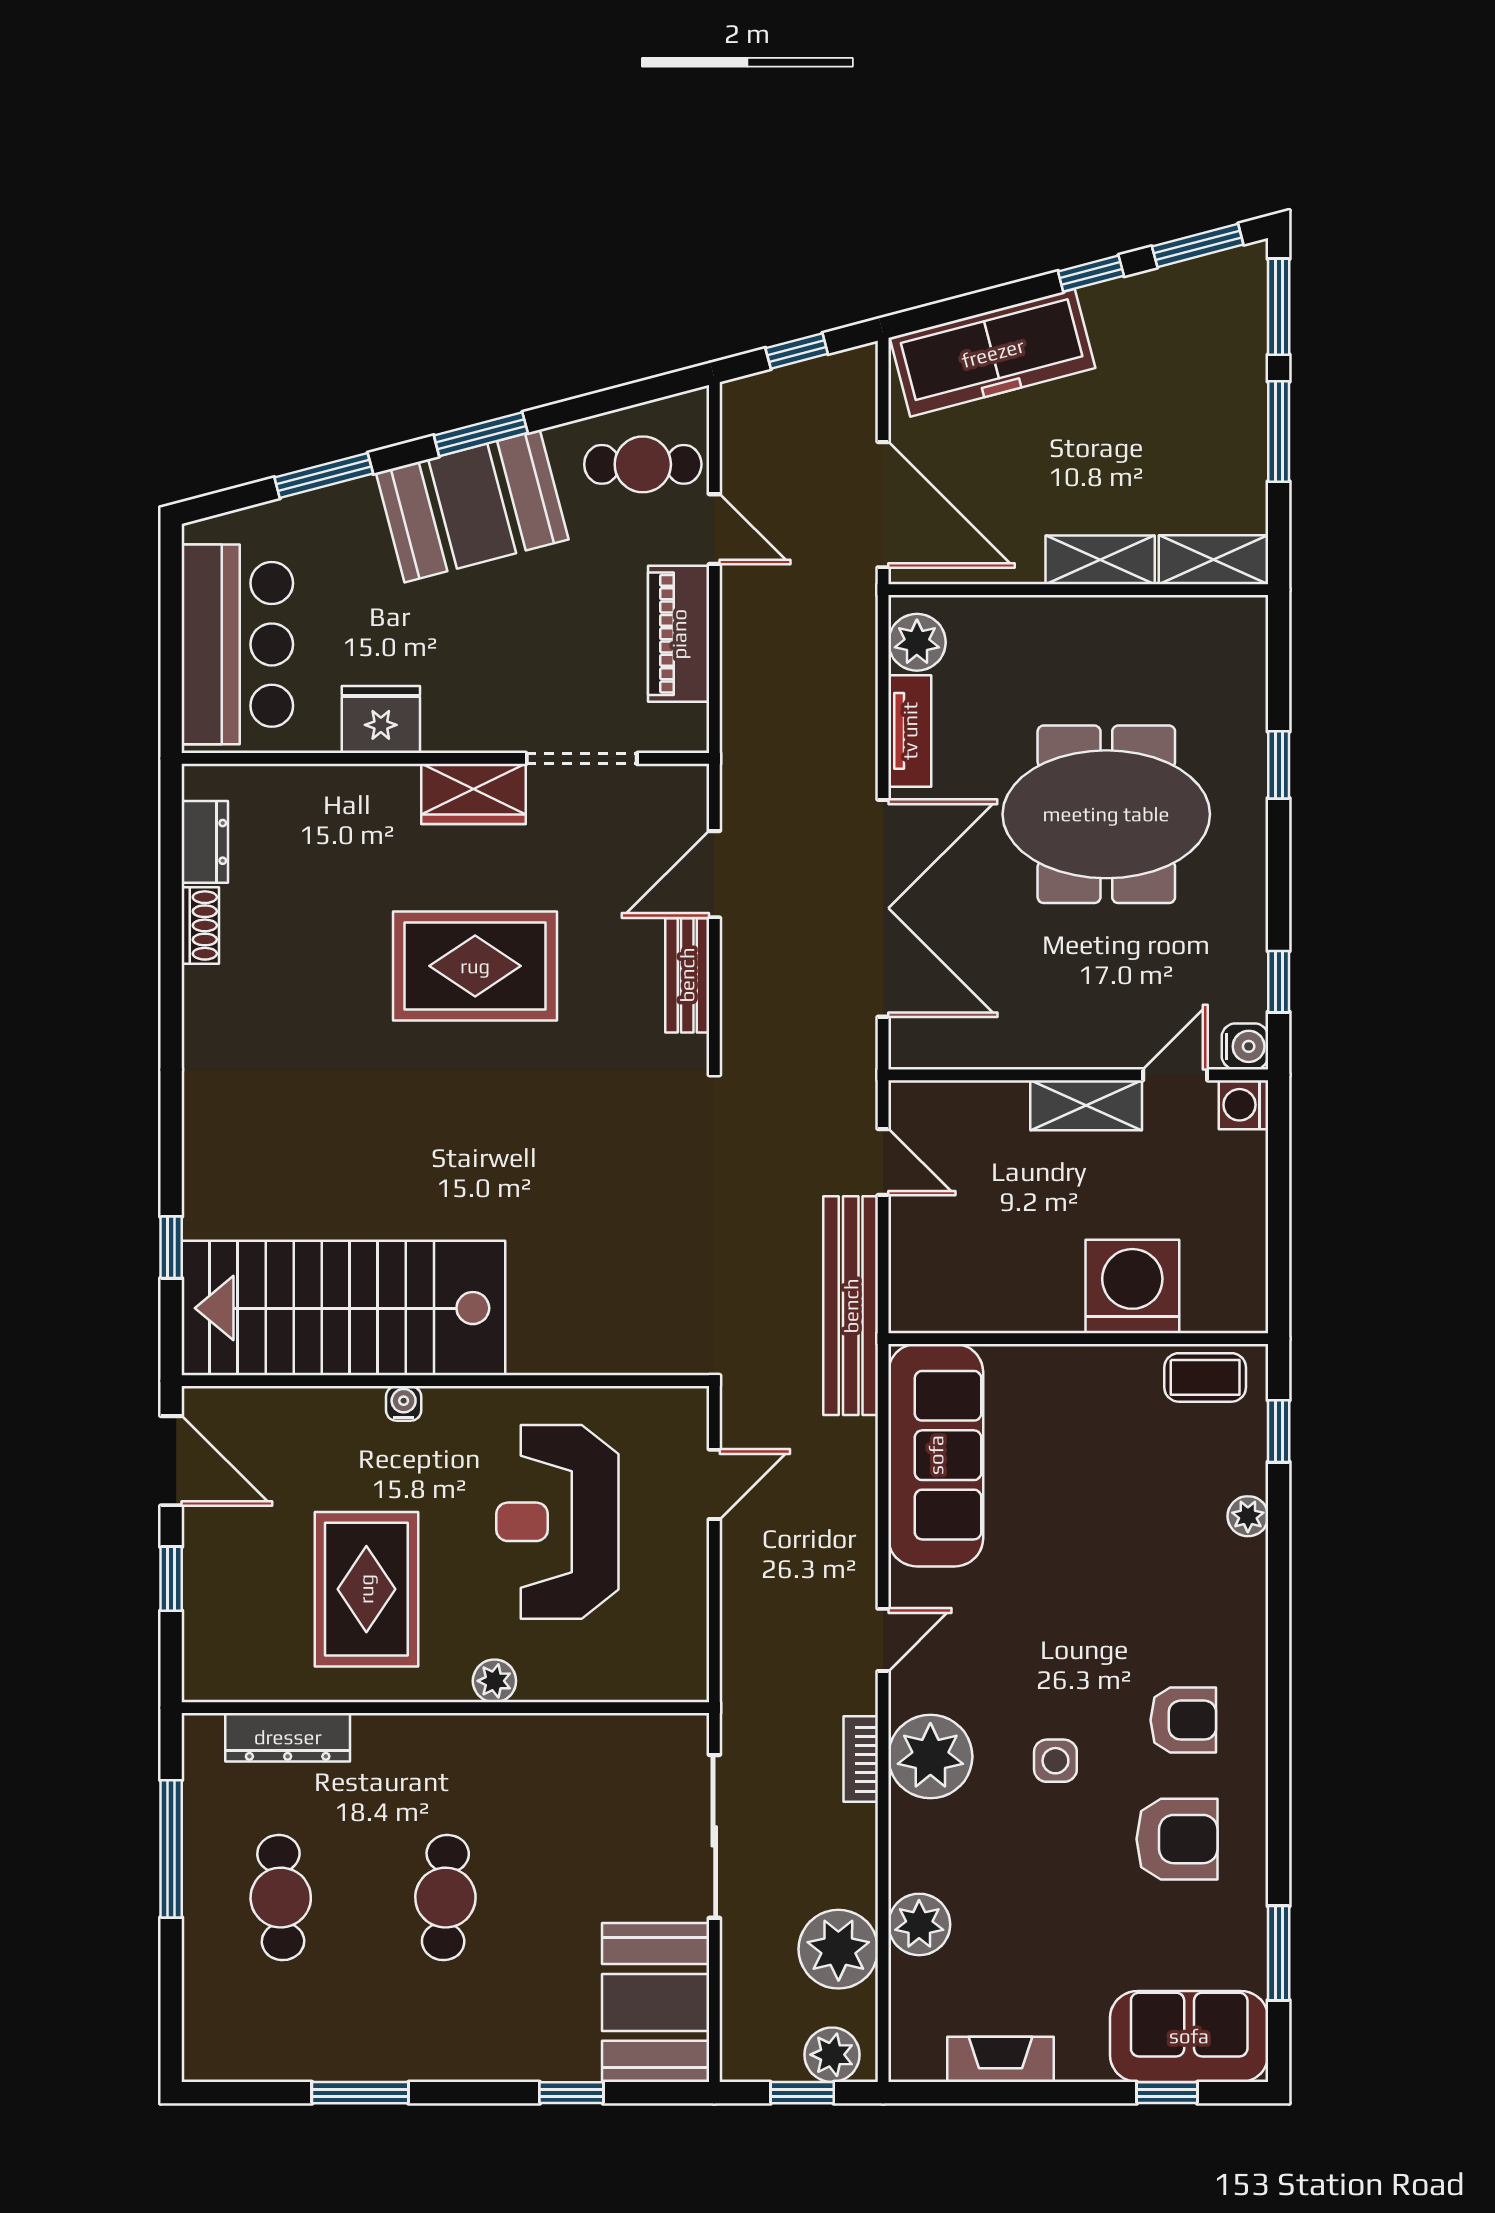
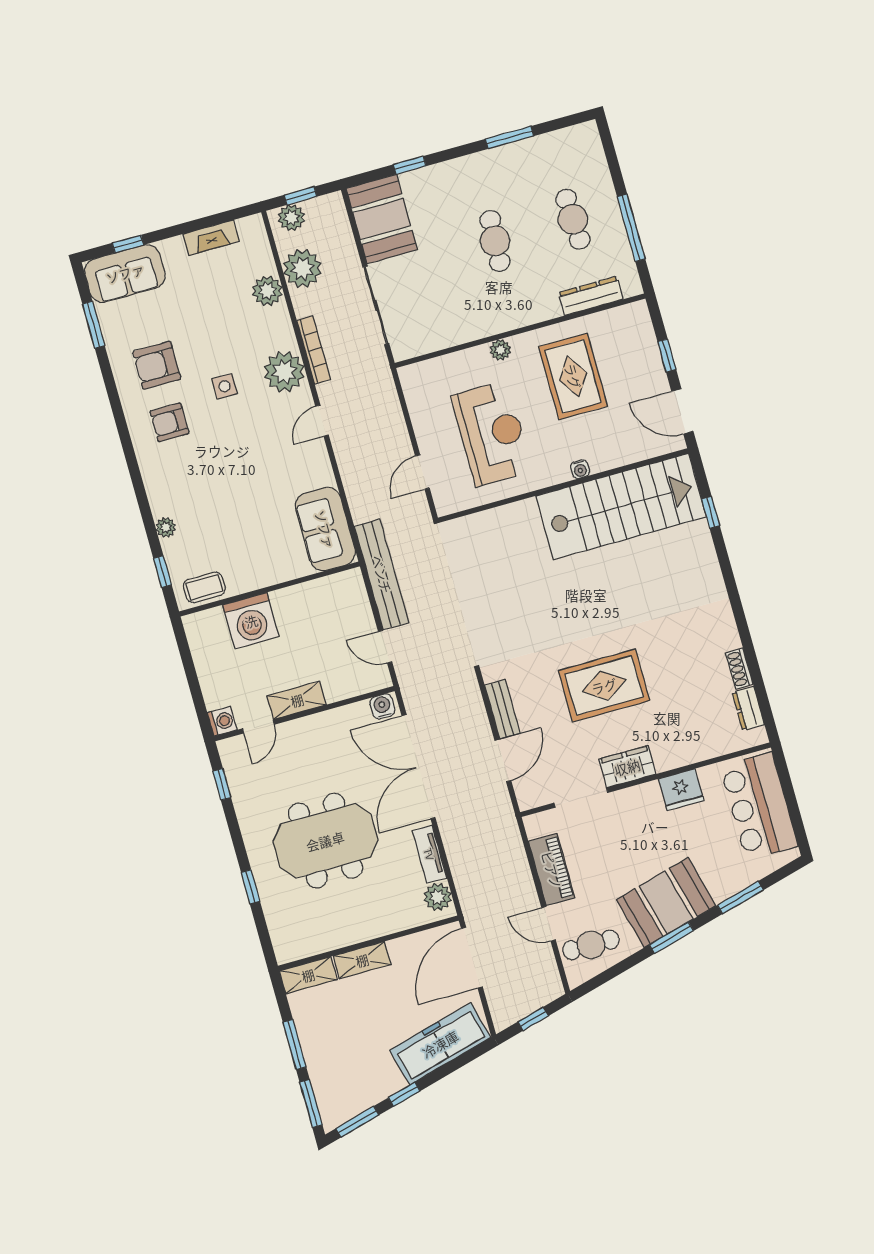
door: (883, 505) -> (472, 958), hinge flipped
water cooler: (1245, 1046) -> (382, 706), moved, turned 90
sofa: (936, 1455) -> (325, 529), width x0.73
bookcase: (861, 1759) -> (314, 350), width x1.56

